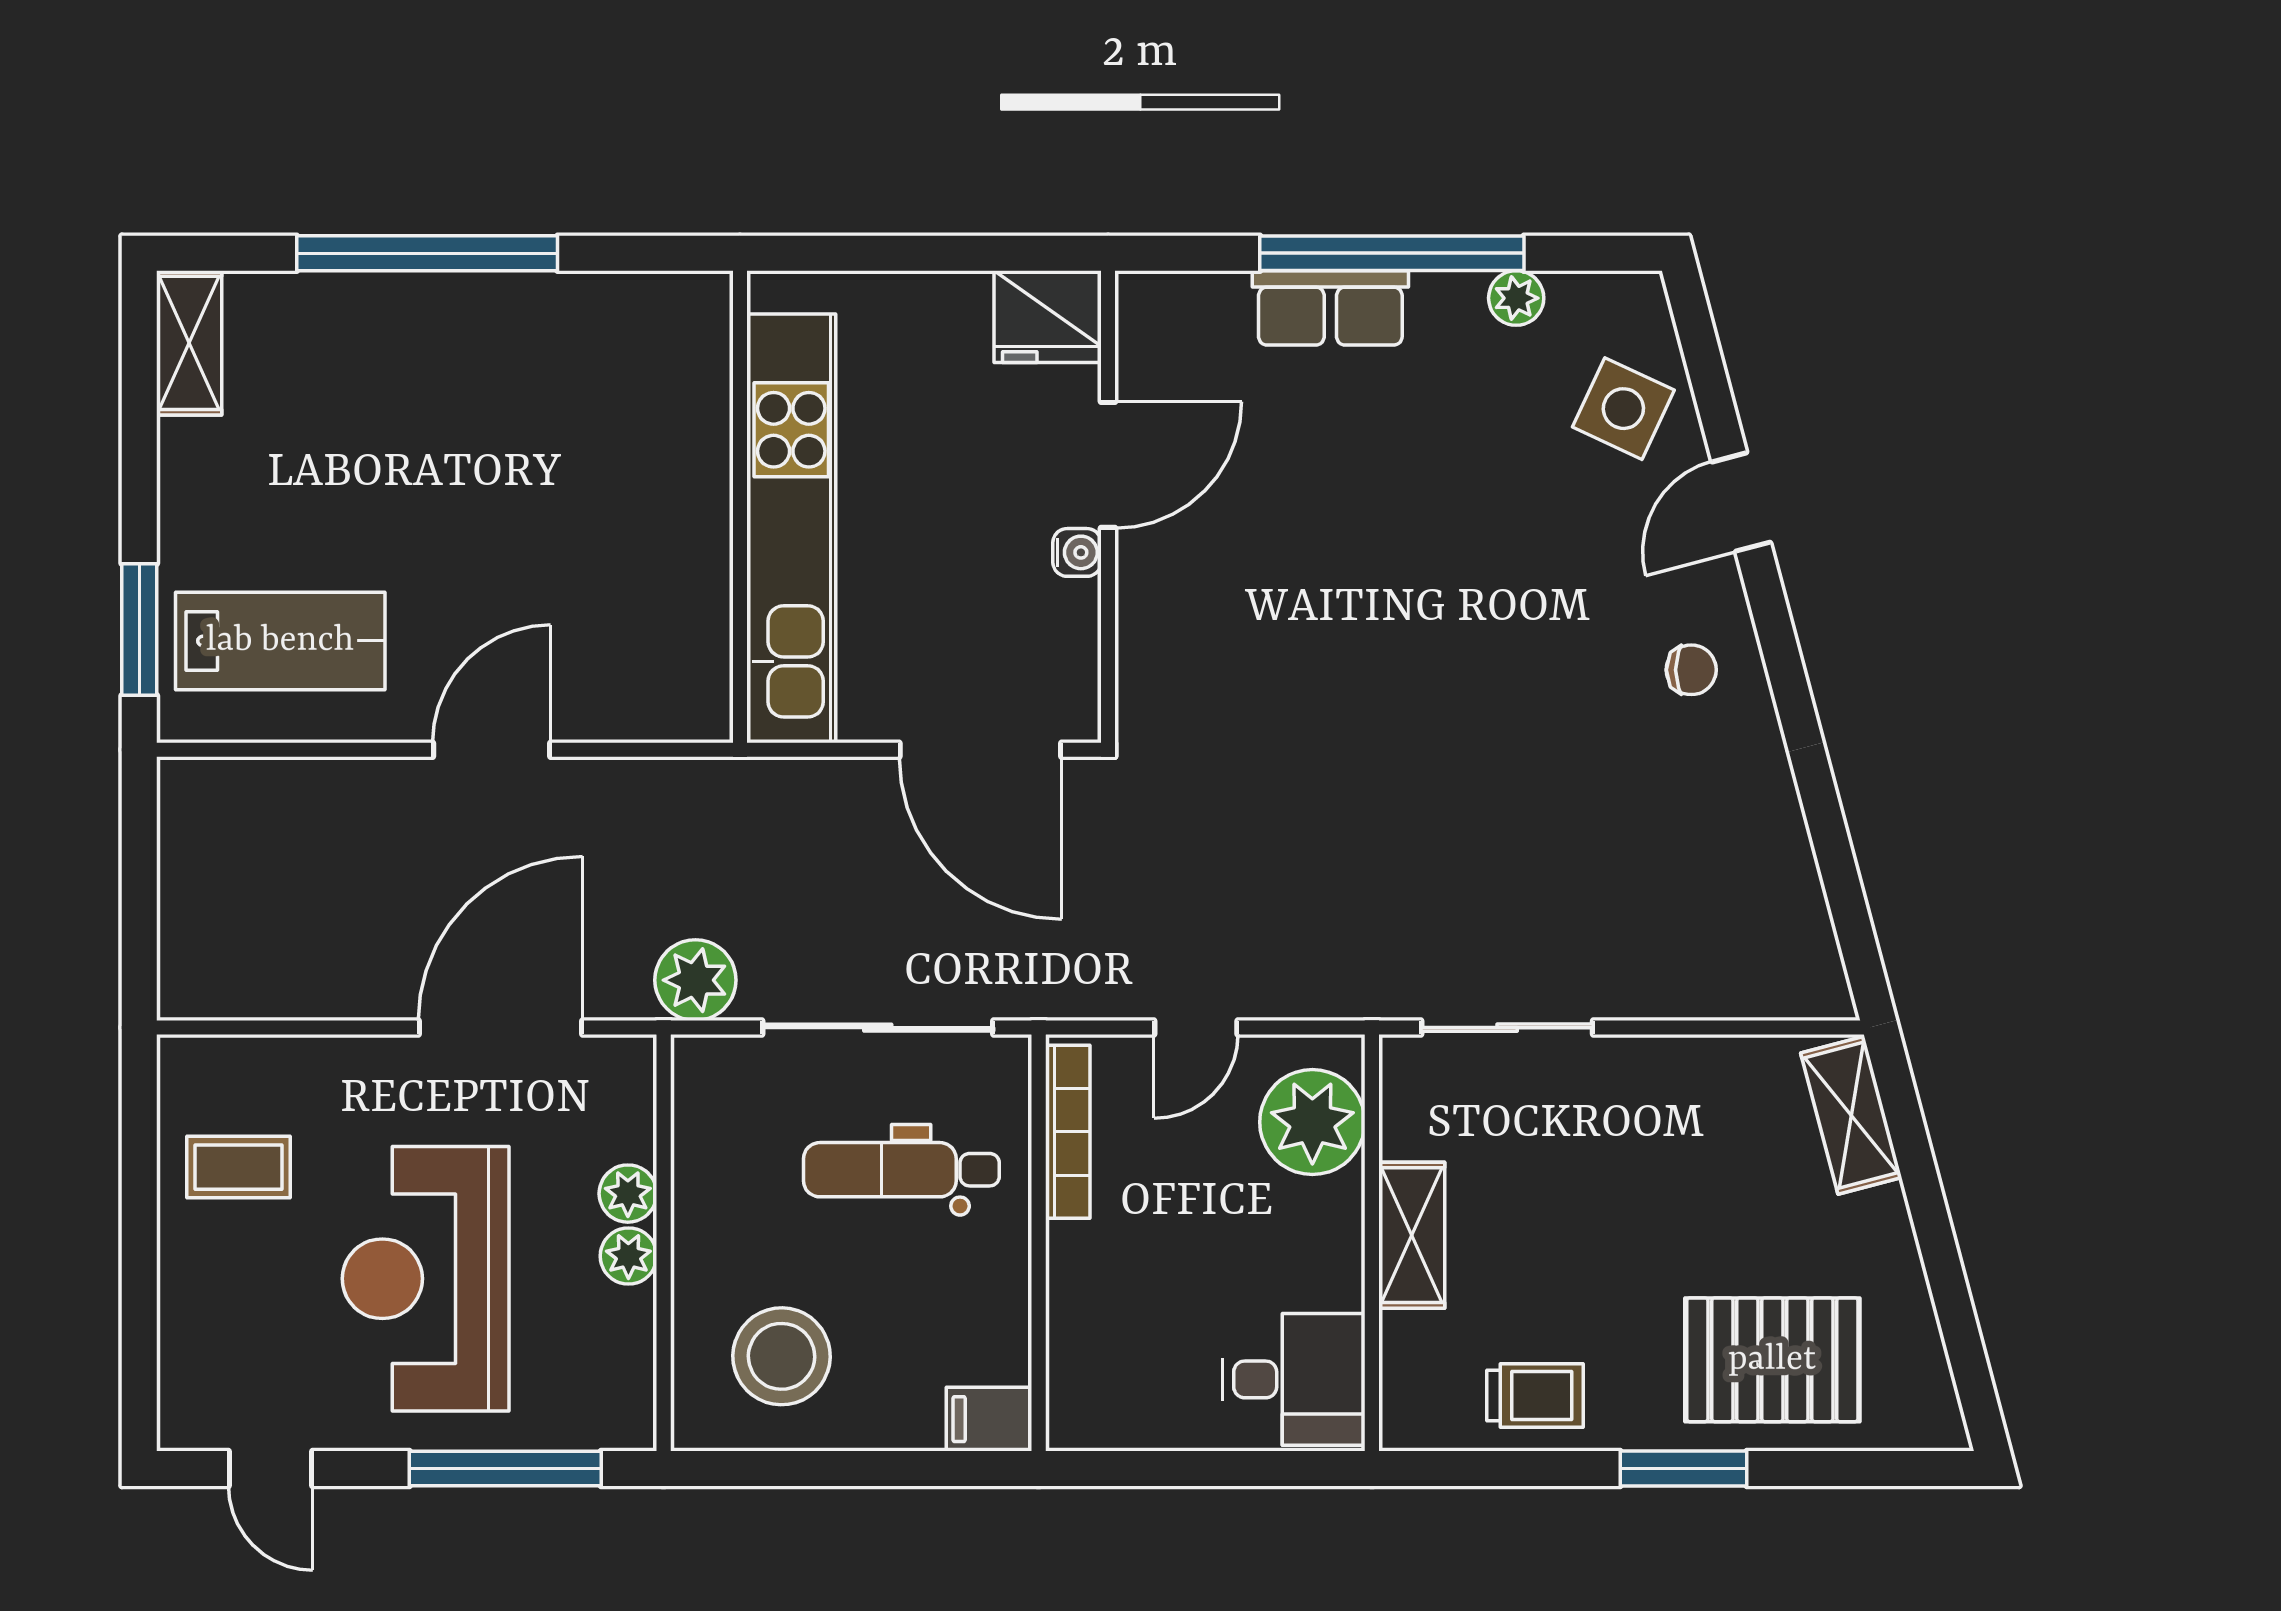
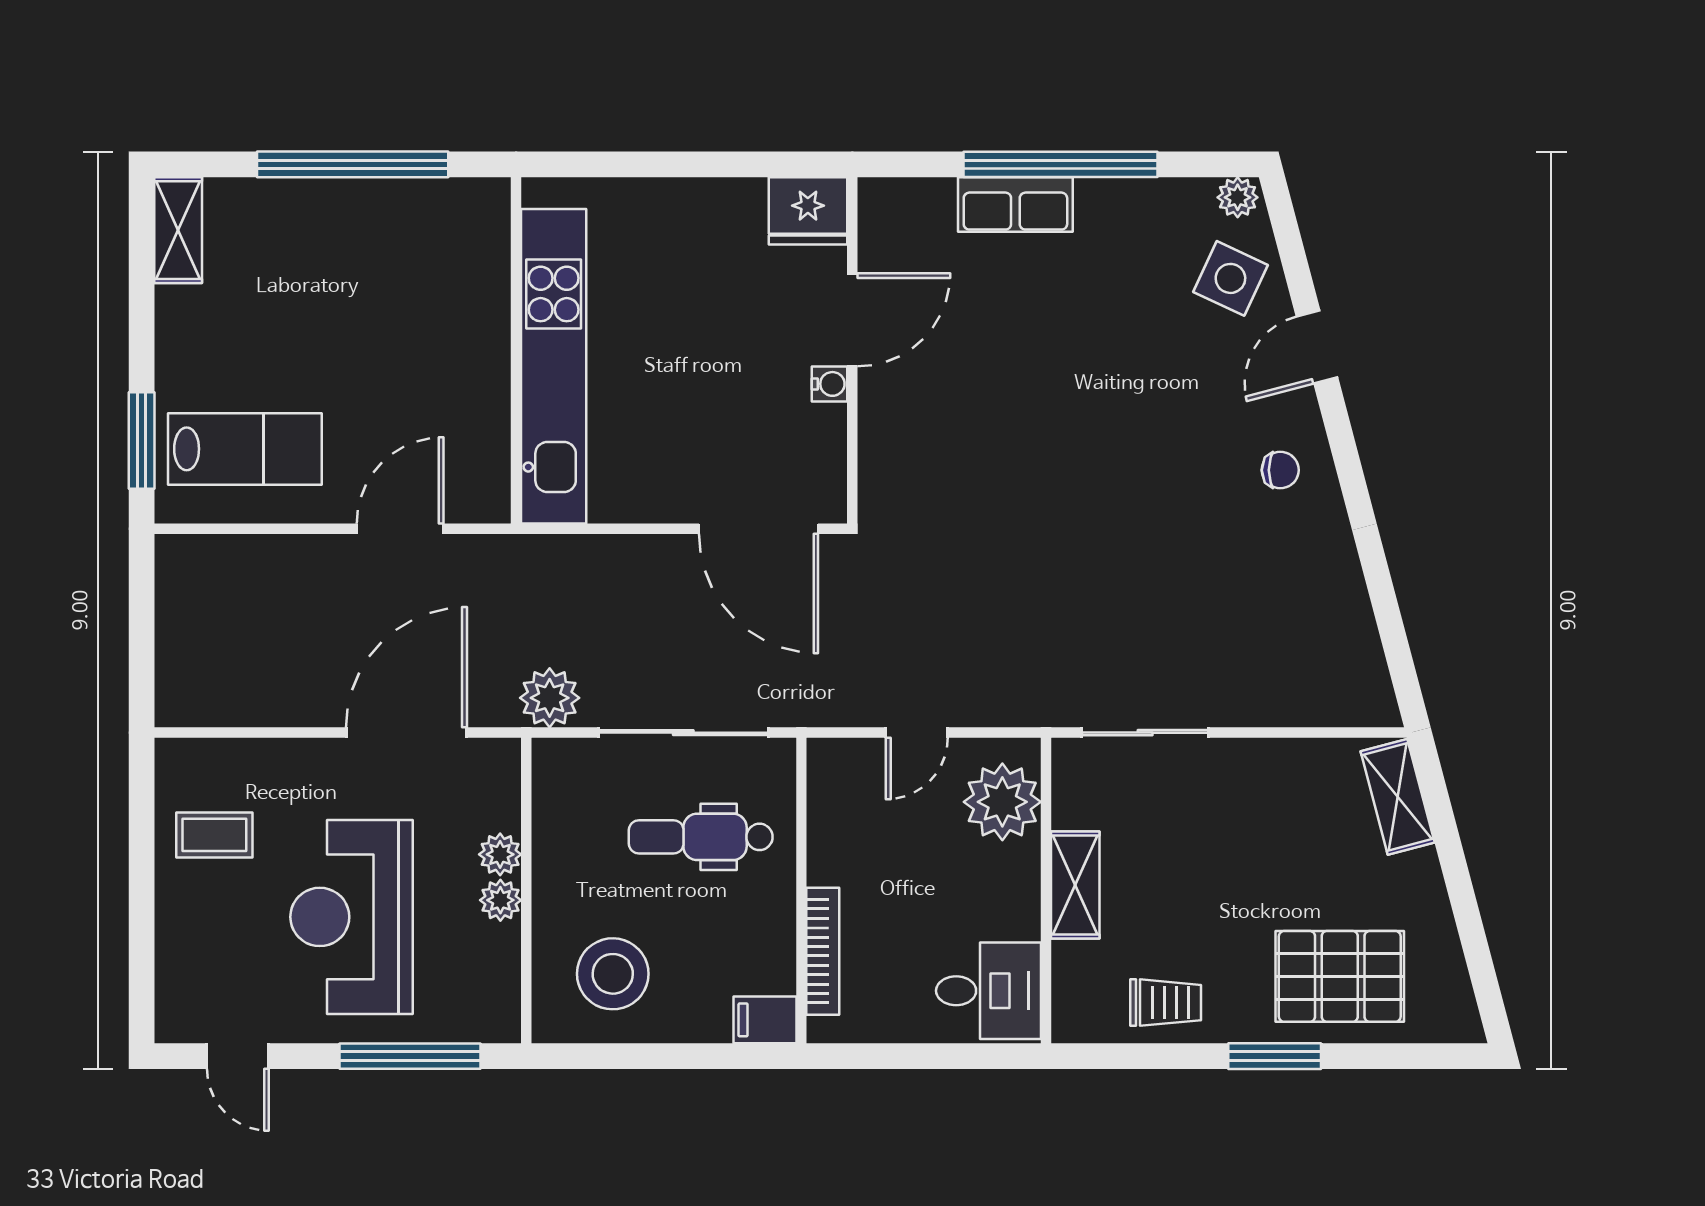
plant: (1516, 298) -> (1238, 197), moved
wall: (740, 507) -> (516, 350), moved
kitchen unit: (791, 528) -> (554, 366), moved
bookcase: (1068, 1132) -> (823, 951), moved

